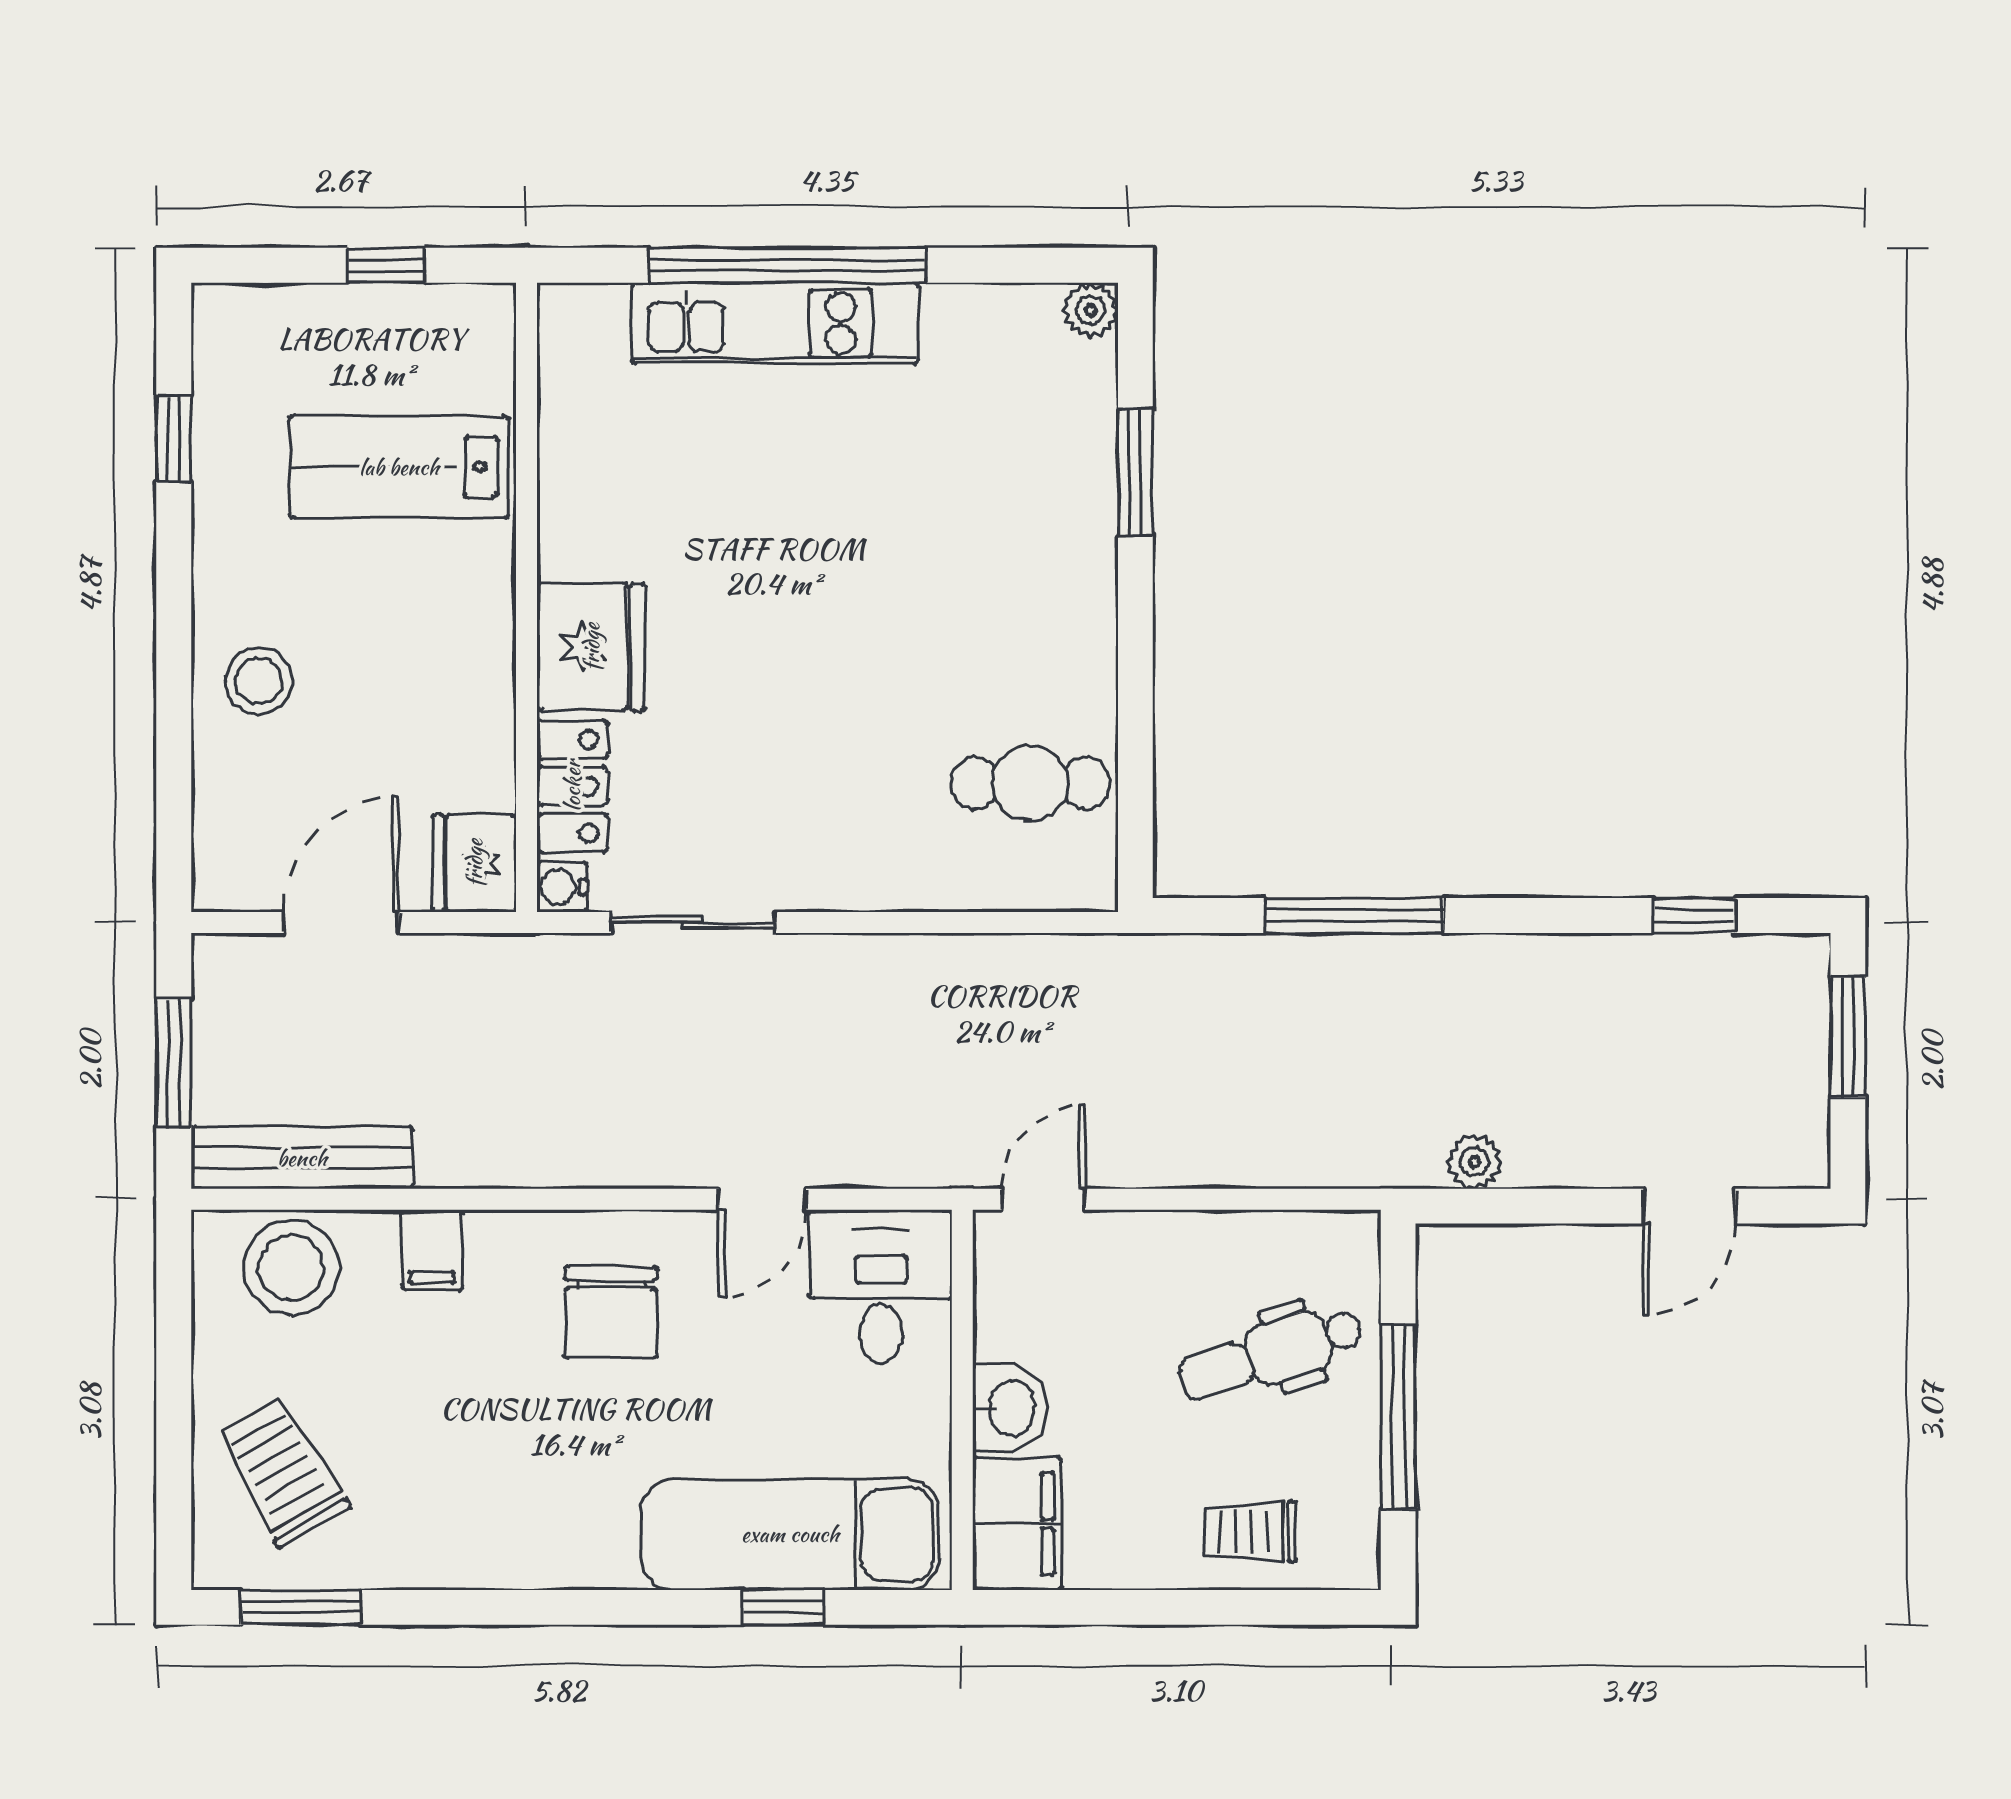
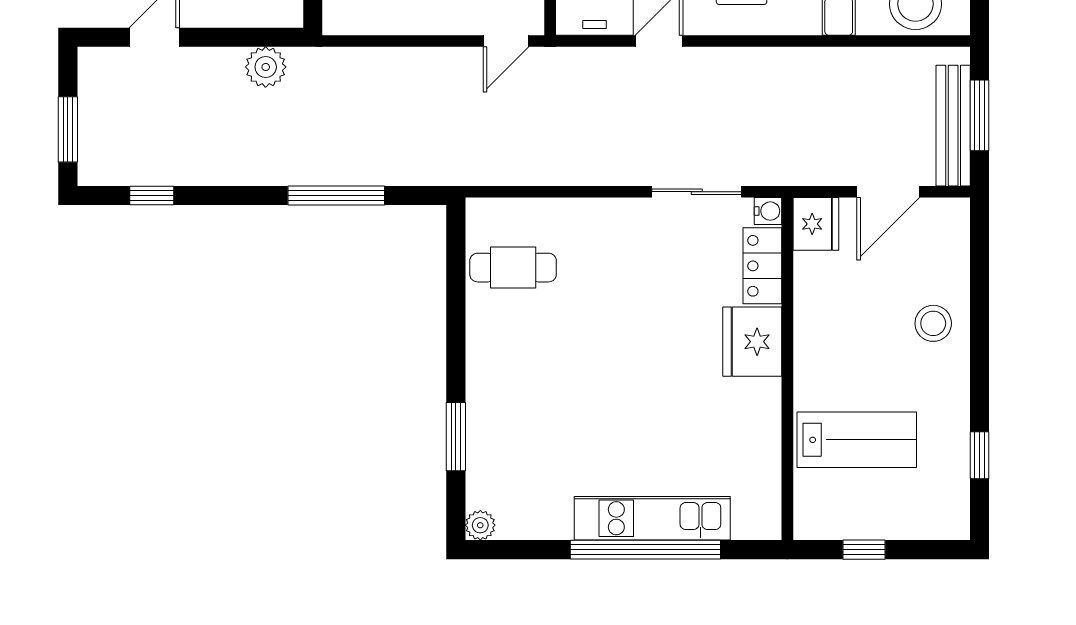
bench: (302, 1158) -> (953, 126), moved, turned 90
plant: (1474, 1162) -> (266, 67), width x1.38, depth x1.38

